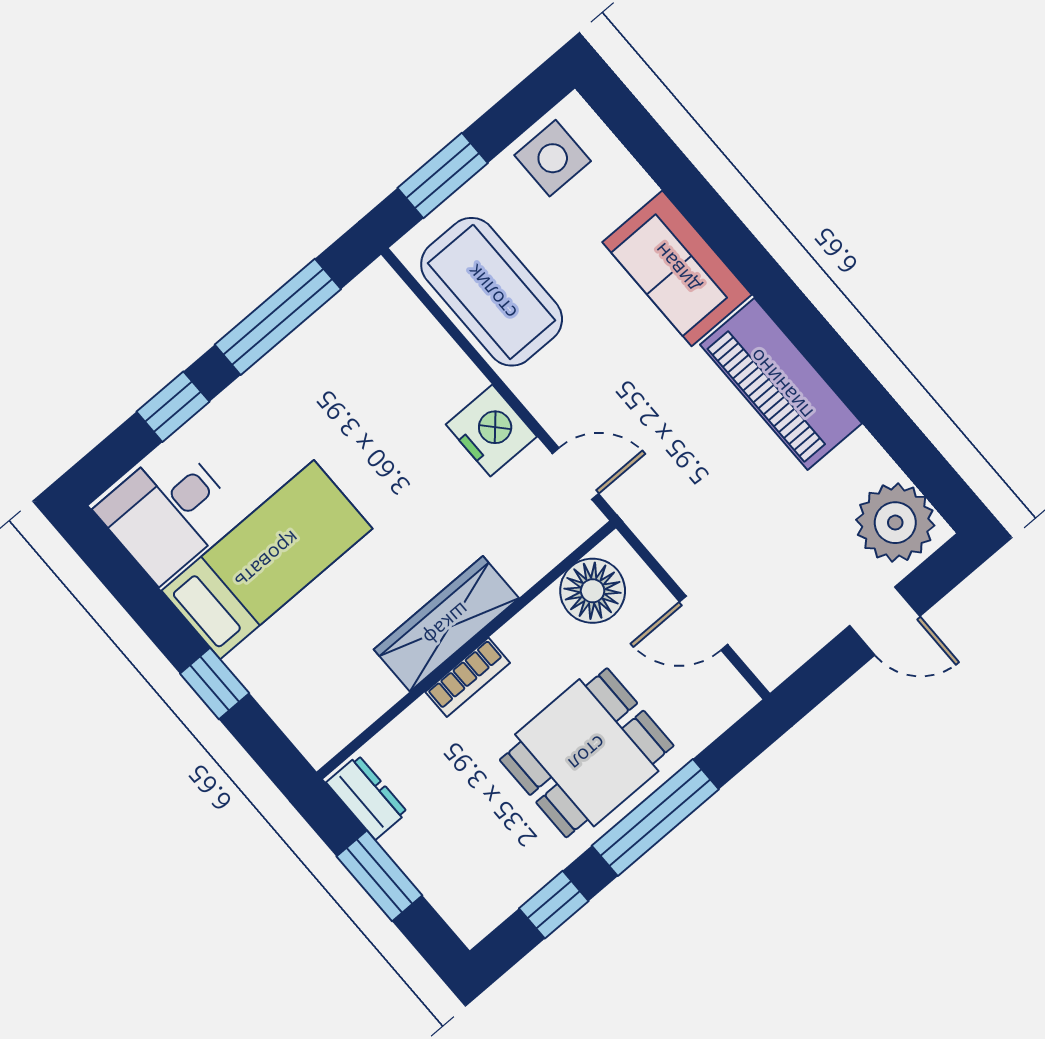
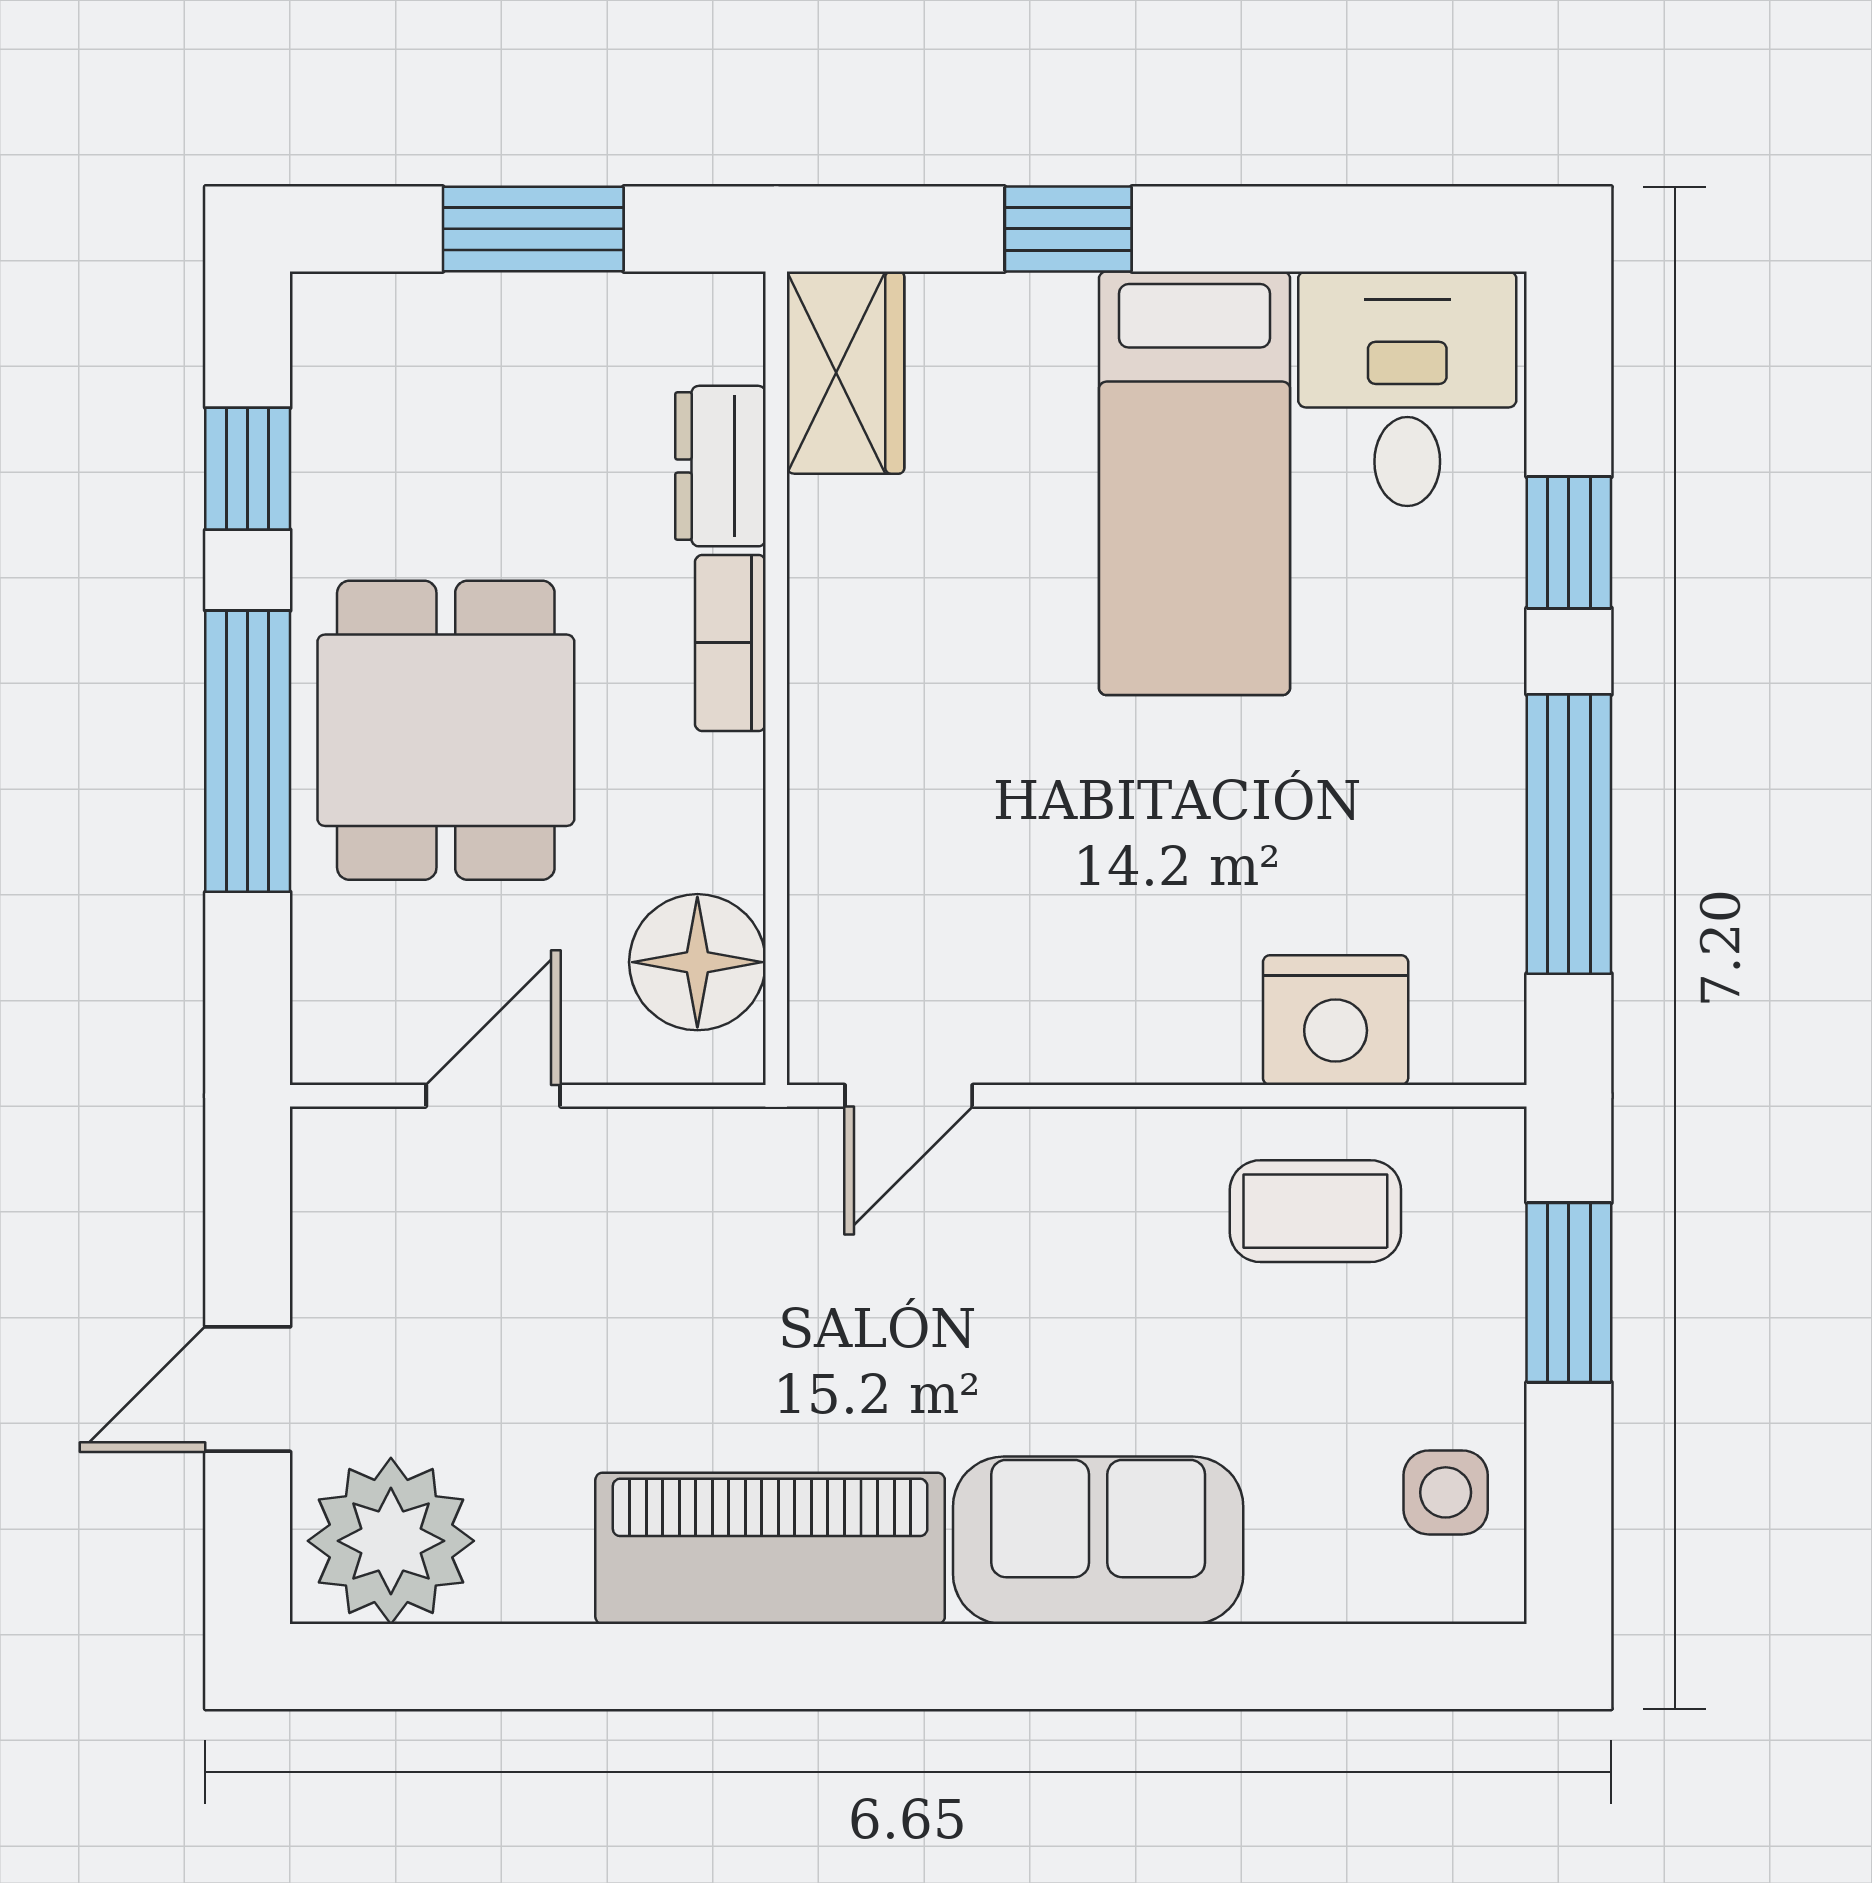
side table: (553, 158) -> (1446, 1492), width x0.73, depth x0.73
coffee table: (492, 292) -> (1315, 1211), width x0.54, depth x0.58
nightstand: (491, 430) -> (1336, 1020), moved
wardrobe: (446, 624) -> (845, 373), moved, width x0.67
dresser: (367, 797) -> (720, 466), moved, turned 90

